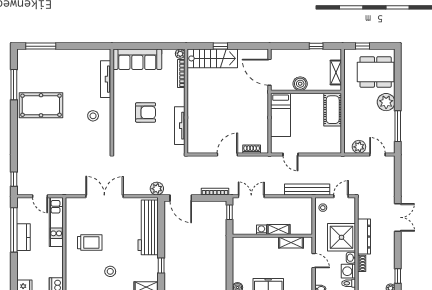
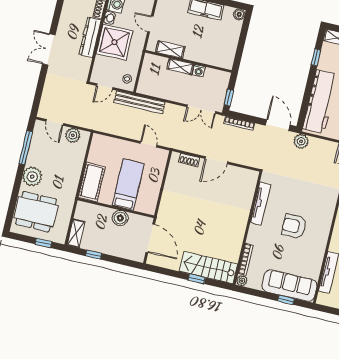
window: (138, 46) -> (286, 300), added
shelving: (336, 73) -> (76, 233), moved
bed: (281, 115) -> (128, 185), moved

